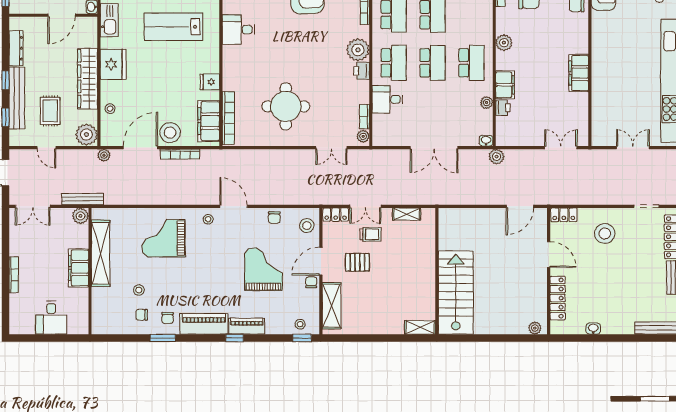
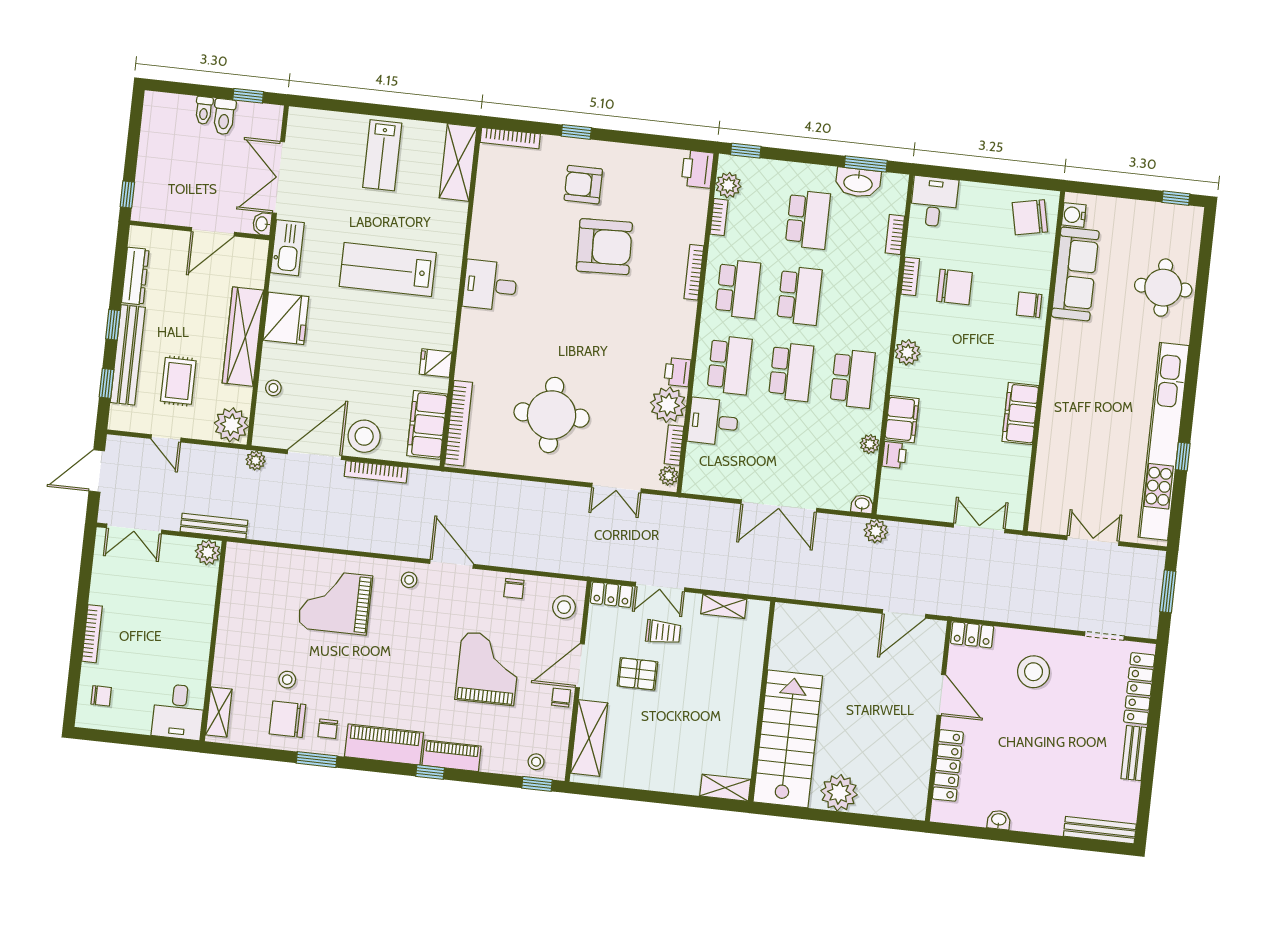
plant: (358, 50) -> (668, 405), moved
shelving: (101, 253) -> (219, 712), moved, width x0.45, depth x0.75
filing cabinet: (79, 268) -> (196, 634), removed
chair: (24, 313) -> (101, 696), added
chair: (142, 315) -> (288, 719), width x1.87, depth x1.87
desk: (51, 318) -> (178, 712), moved
plant: (535, 328) -> (839, 793), moved, width x1.88, depth x1.88

